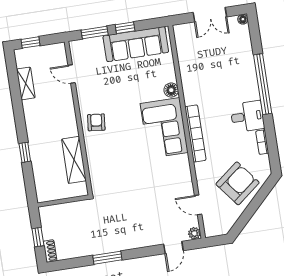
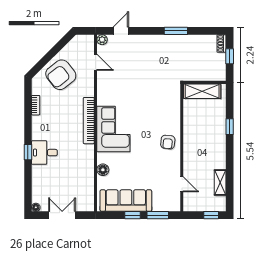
window: (263, 84) -> (28, 152), width x0.32
floor lamp: (171, 90) -> (103, 170), moved
desk: (247, 116) -> (44, 153), moved
shelving: (74, 160) -> (202, 91), moved, turned 90

